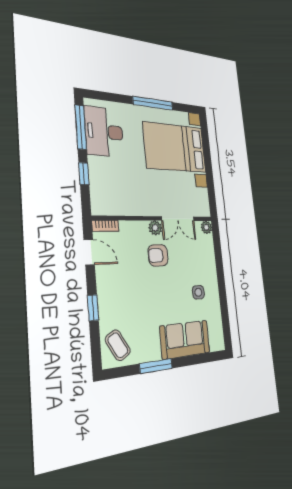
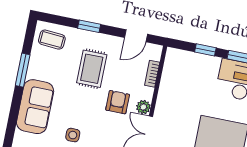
bookcase: (105, 226) -> (152, 74), moved
rug: (135, 291) -> (92, 69), added
coffee table: (118, 345) -> (52, 40), turned 34

